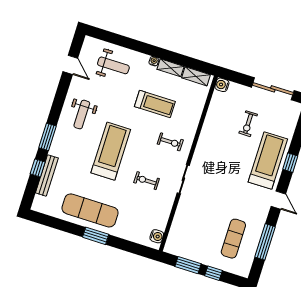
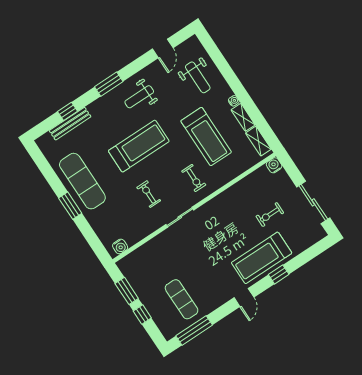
treadmill: (155, 104) -> (206, 137), width x1.37, depth x1.38
window: (48, 137) -> (109, 84), moved
treadmill: (268, 160) -> (262, 258), turned 180
exercise mat: (233, 239) -> (182, 299), turned 90
window: (265, 242) -> (194, 330), moved

